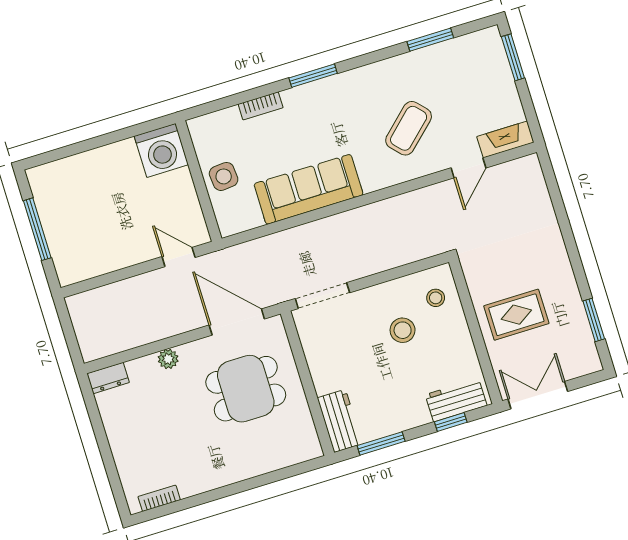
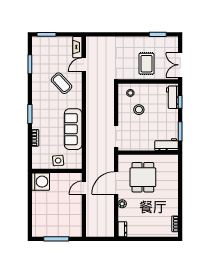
door: (468, 168) -> (84, 65), swing flipped
door: (237, 322) -> (116, 183), moved

